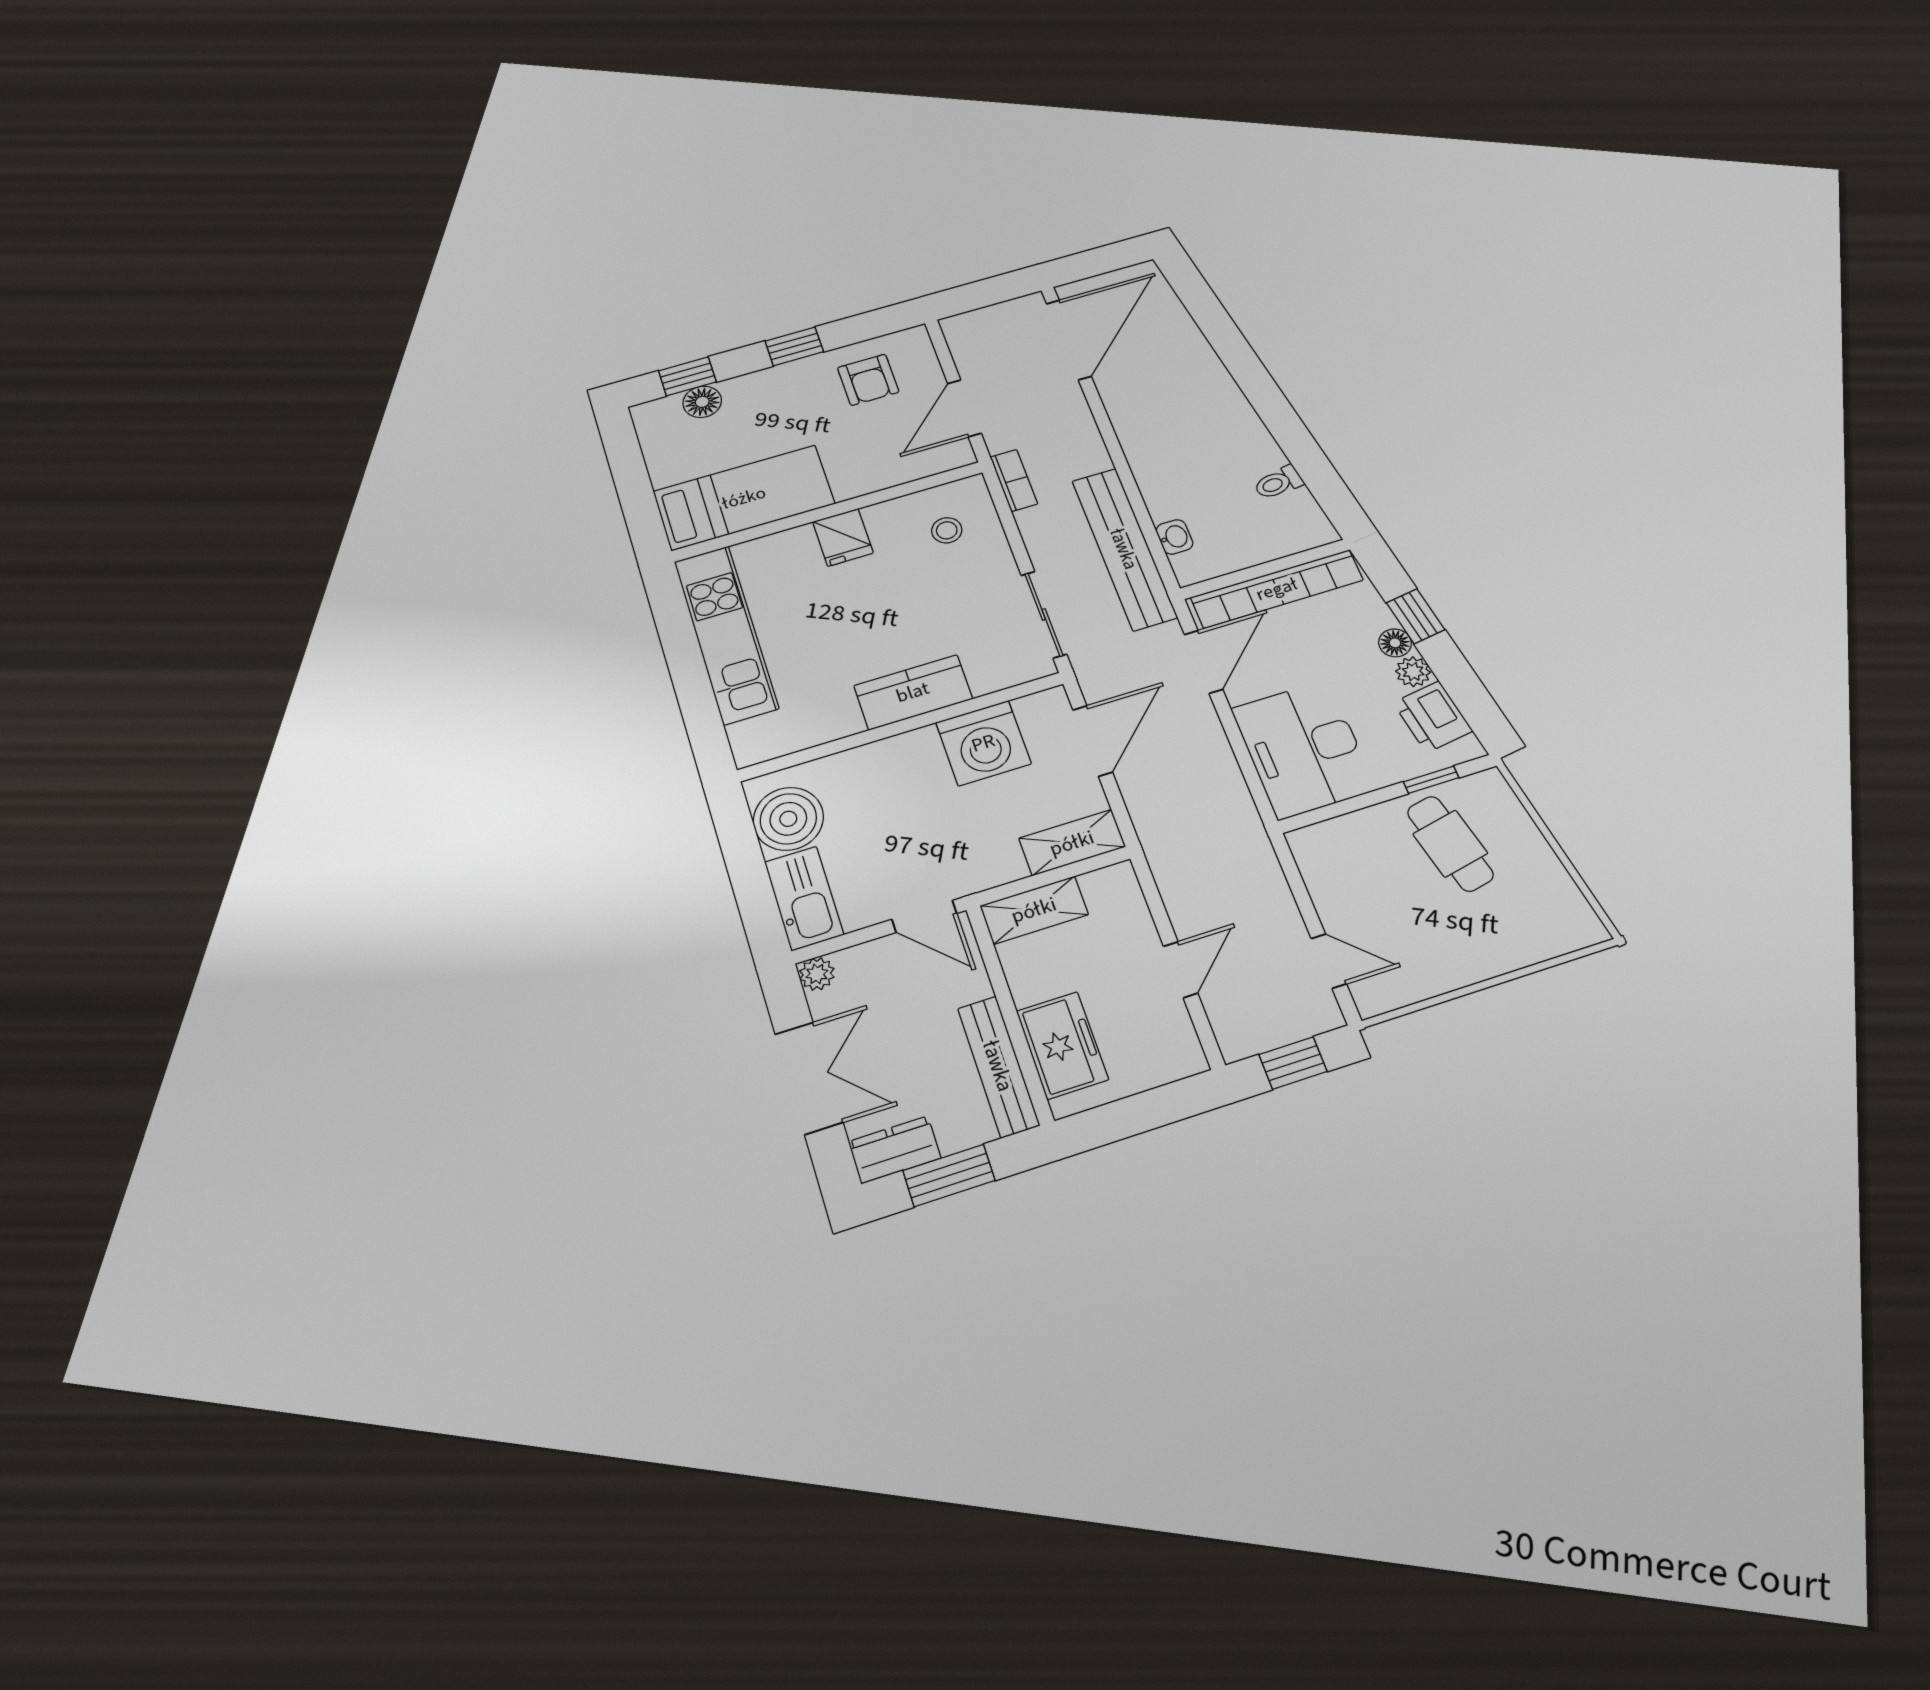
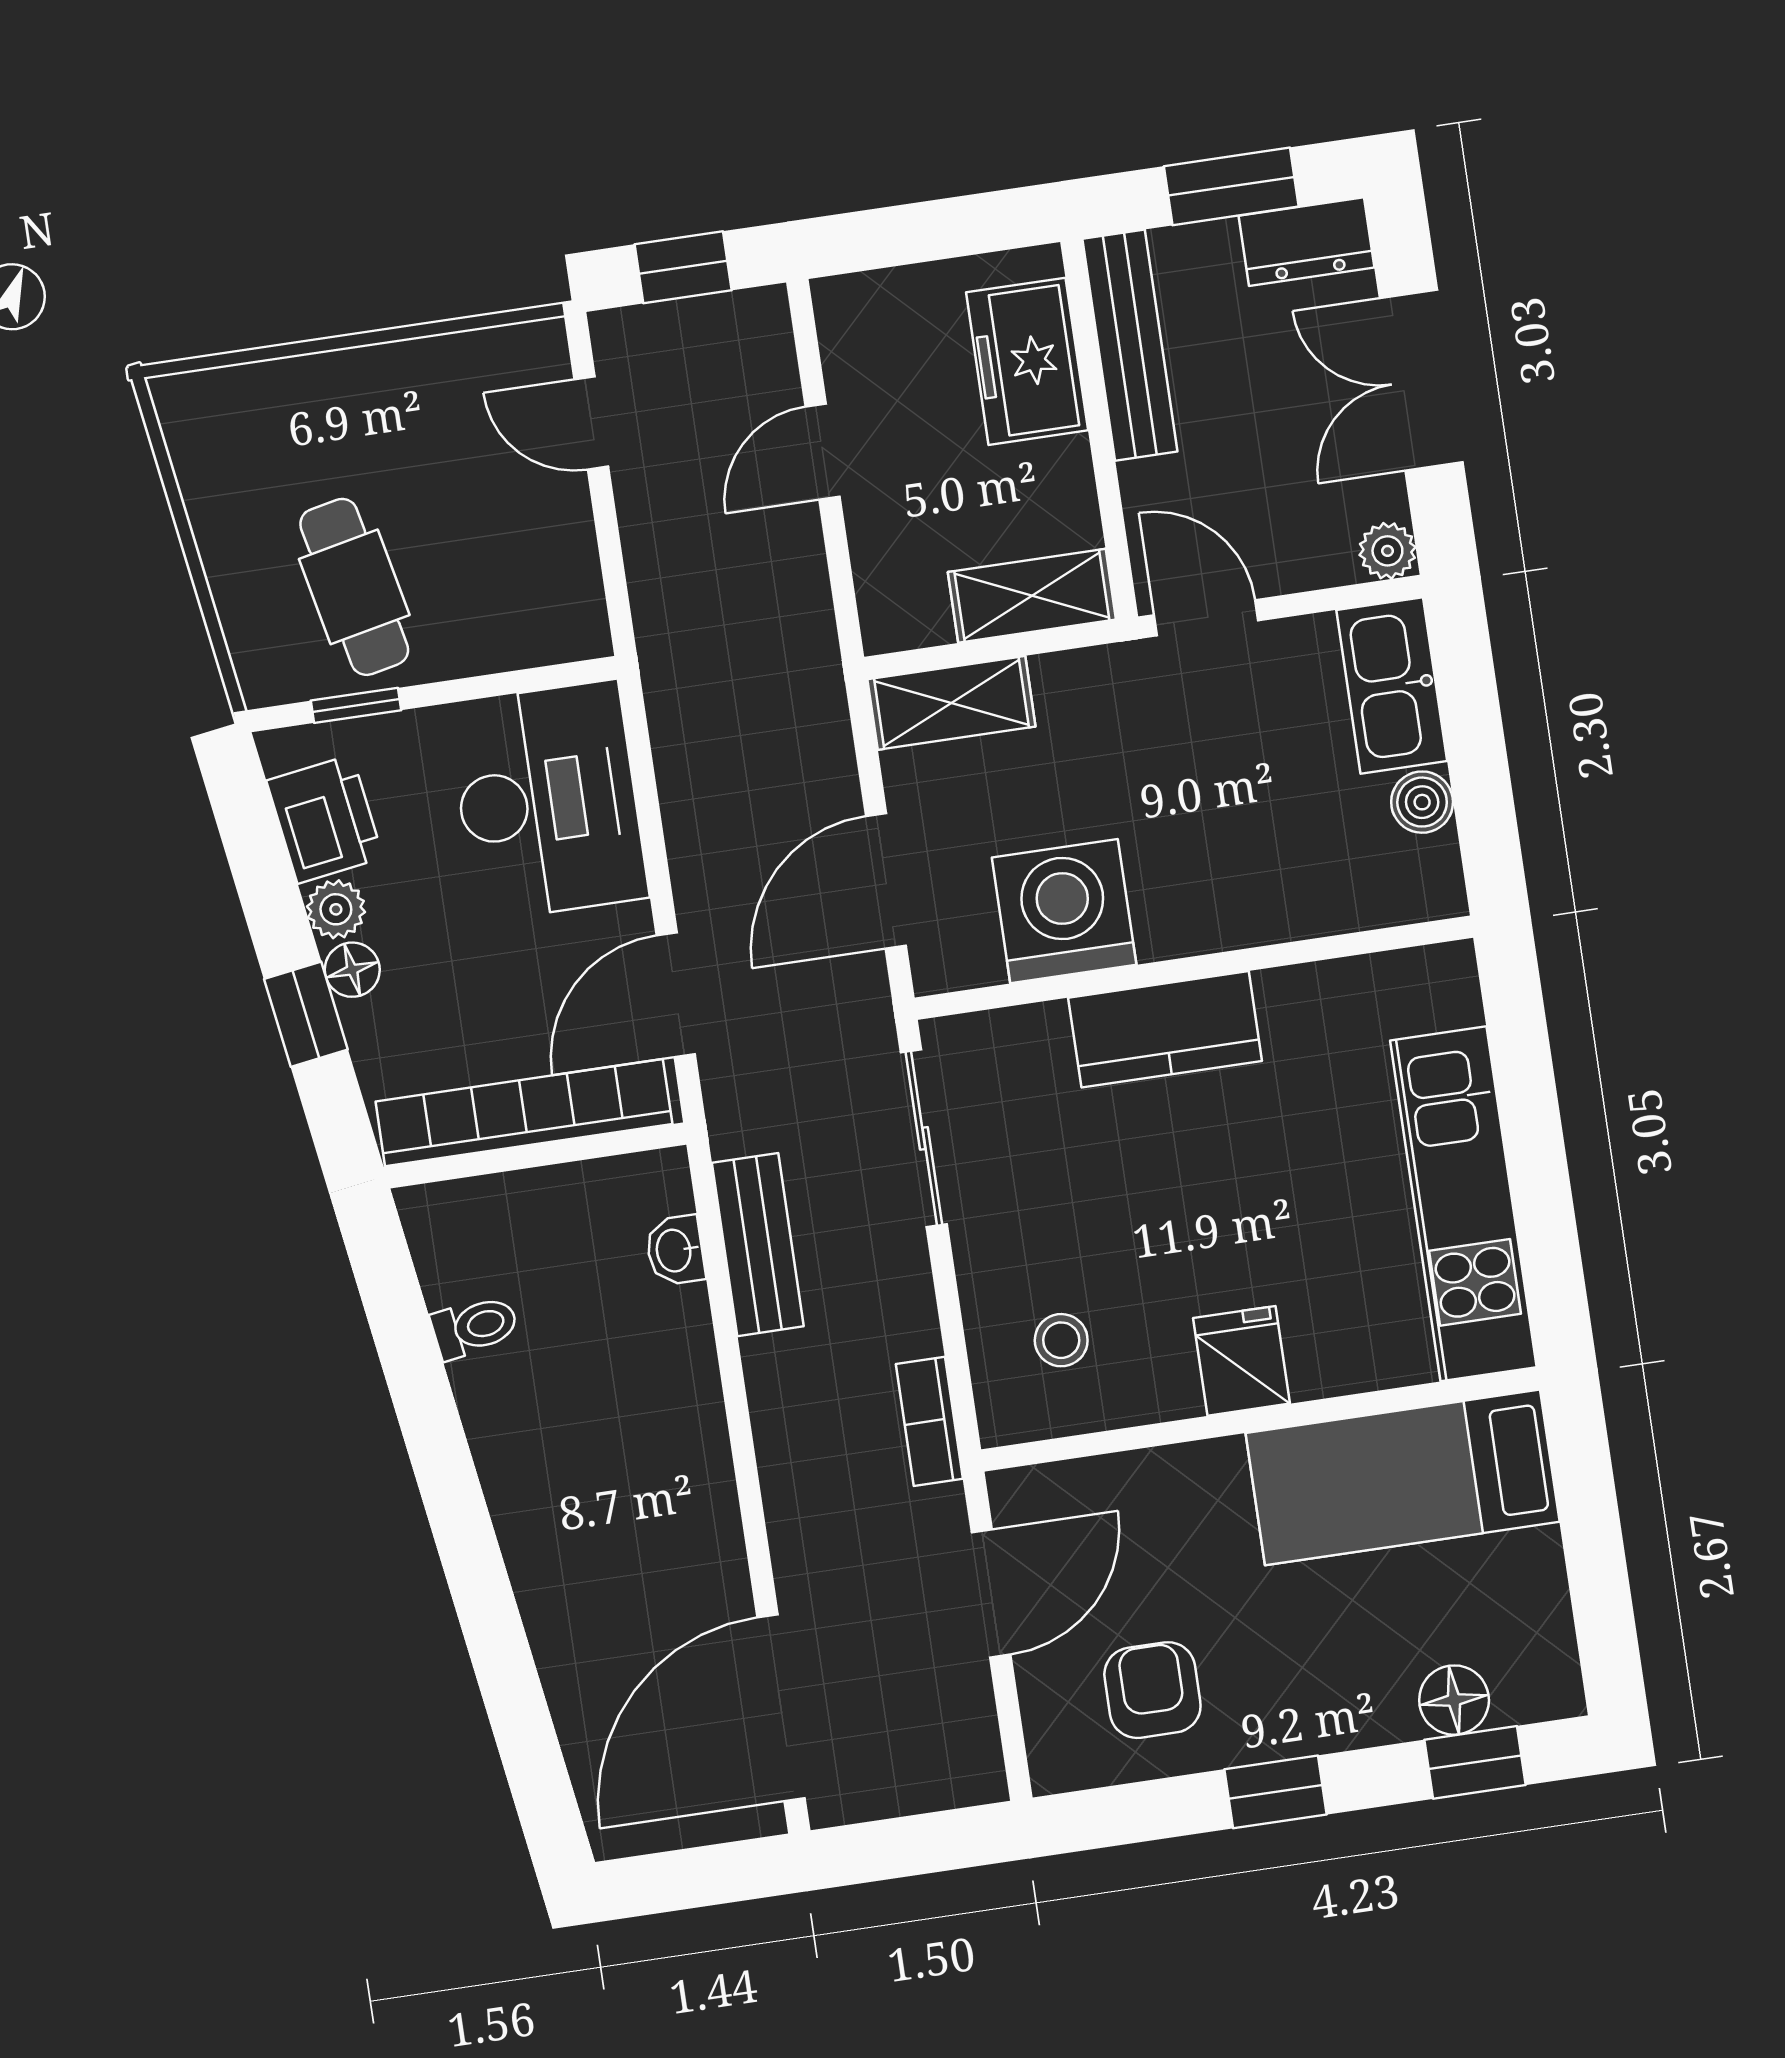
bench: (1124, 549) -> (758, 1245), width x0.54, depth x0.82
boiler: (788, 819) -> (1422, 802), width x0.54, depth x0.54

